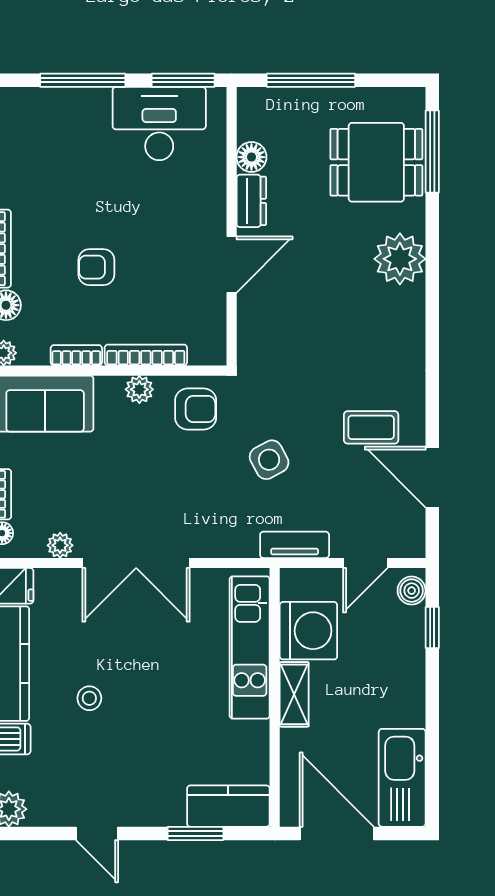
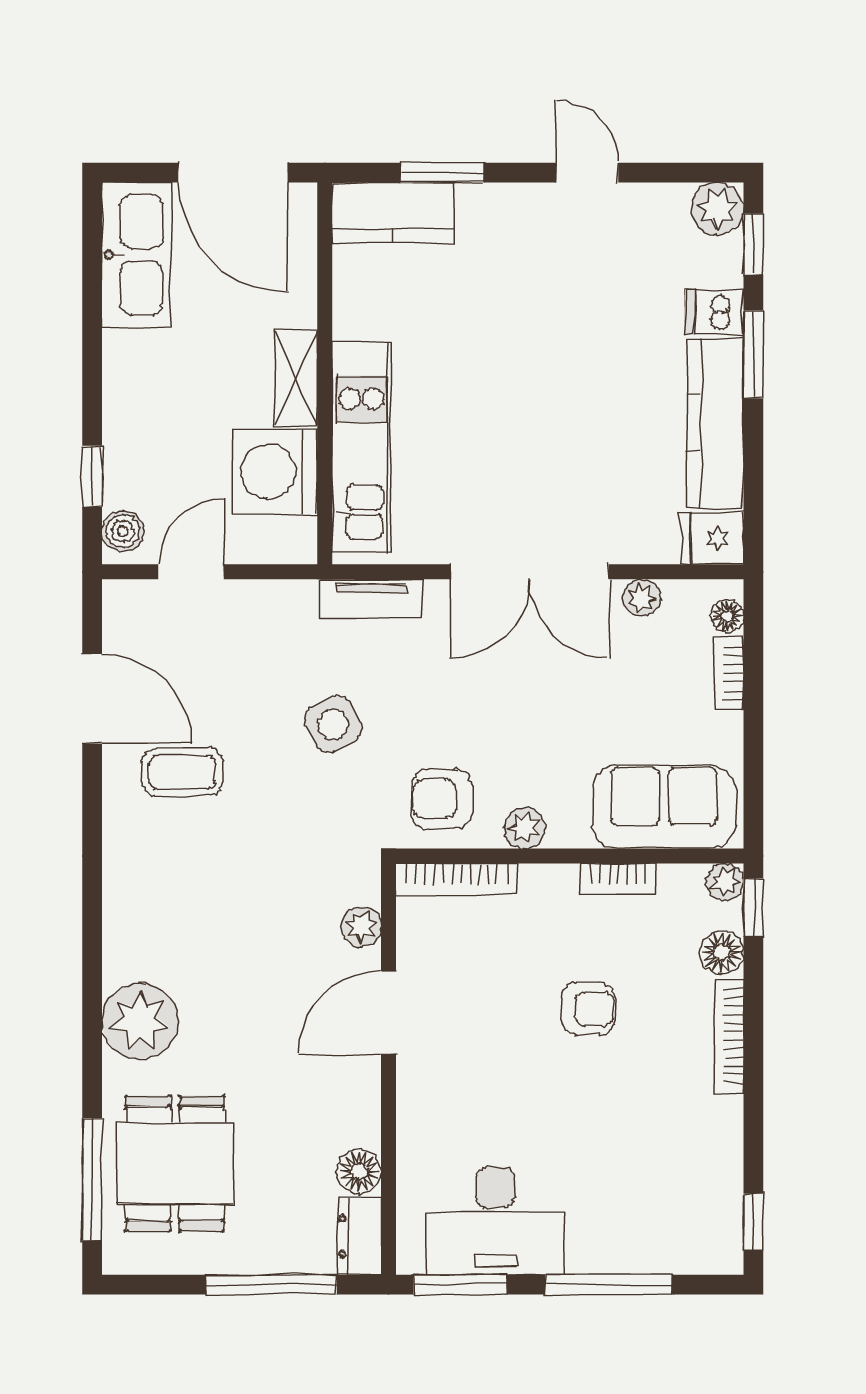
dining table: (376, 162) -> (175, 1164), turned 90
dresser: (251, 201) -> (359, 1236), moved
plant: (250, 323) -> (361, 927), added
bookcase: (146, 355) -> (457, 879), moved
tv unit: (295, 545) -> (371, 599), moved
double door: (136, 563) -> (530, 572), swing flipped
stool: (89, 698) -> (598, 372), removed

